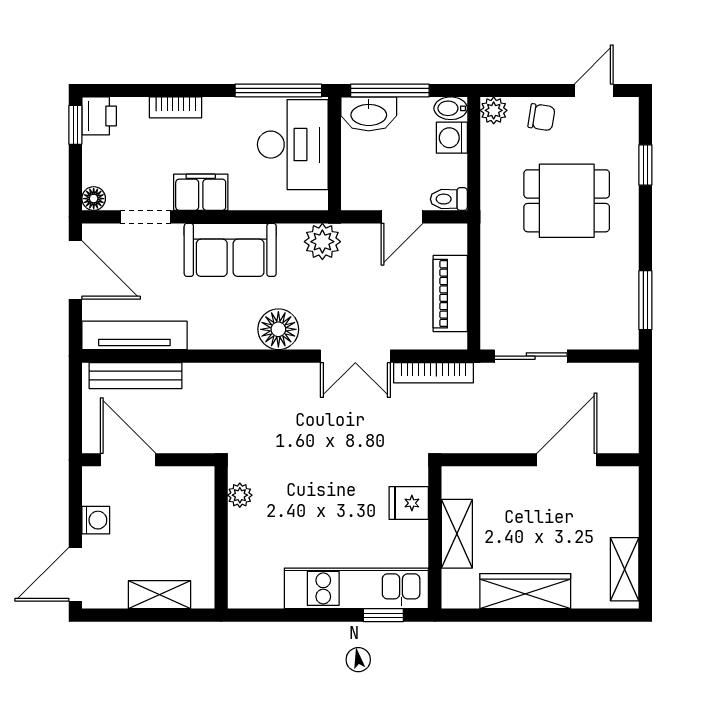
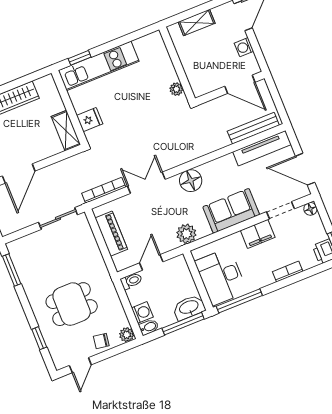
shelving: (457, 534) -> (66, 131), moved

